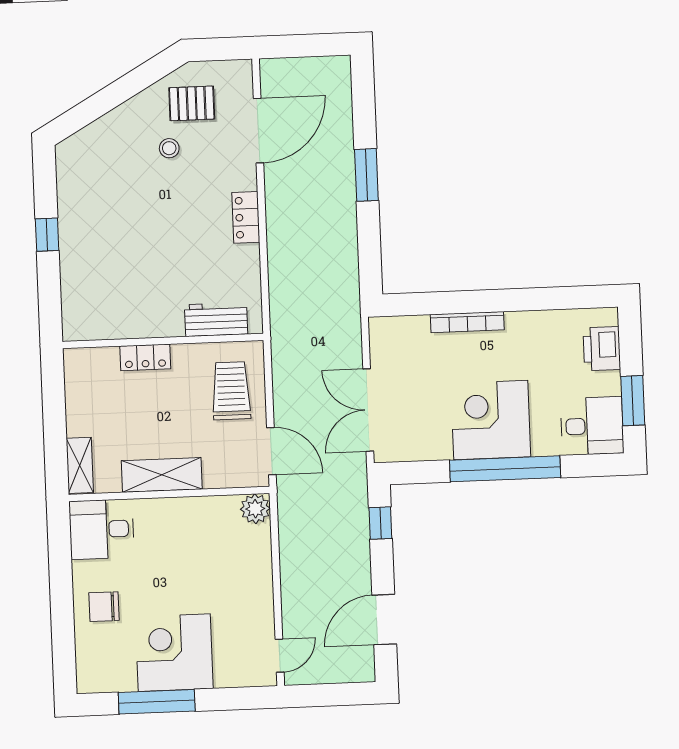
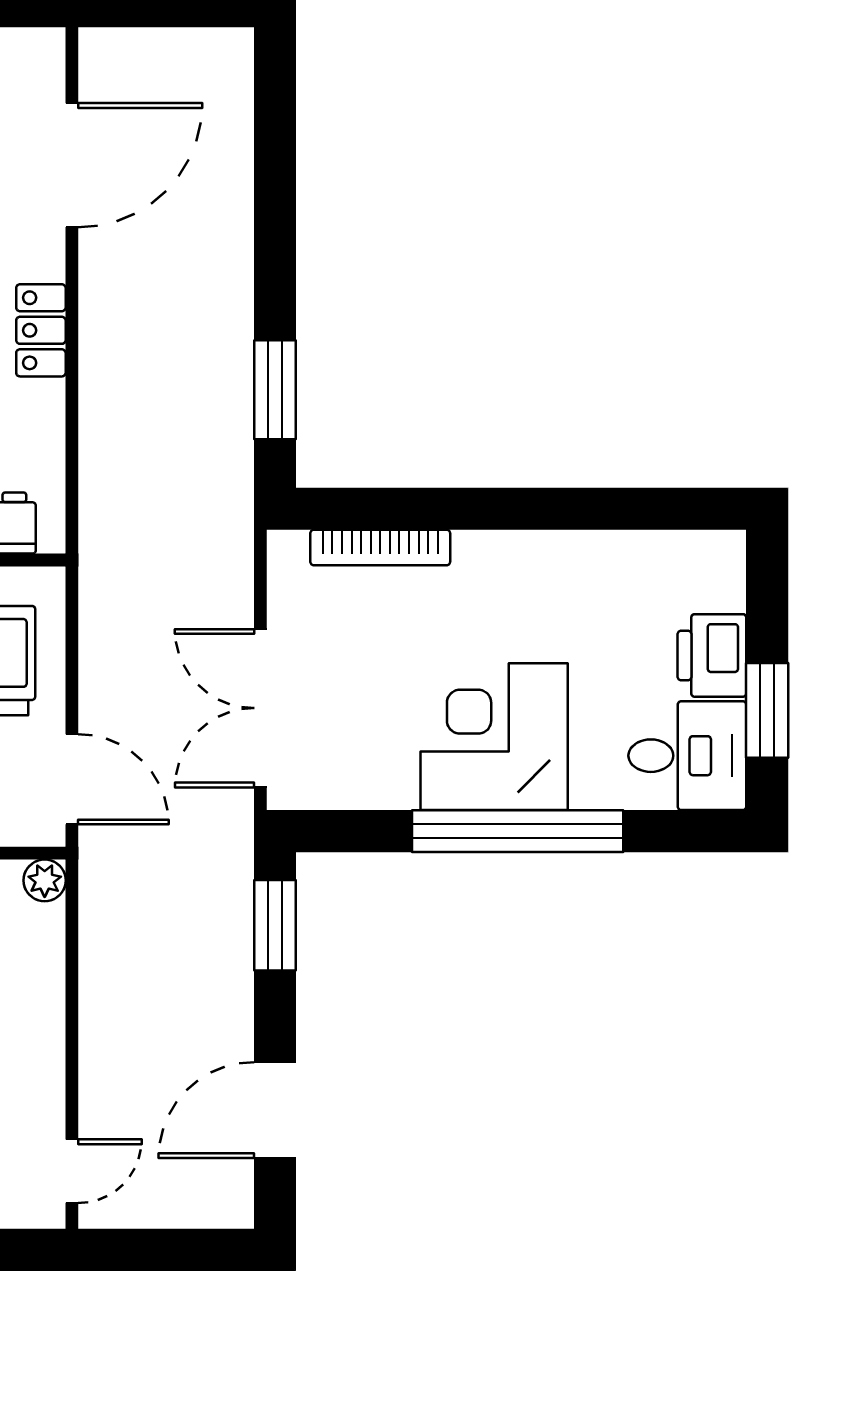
window: (366, 175) -> (275, 390), moved
bookcase: (467, 322) -> (380, 547), moved
printer: (602, 349) -> (712, 655), moved
plant: (255, 509) -> (45, 880), width x0.73, depth x0.73
window: (380, 523) -> (275, 925), width x1.50

